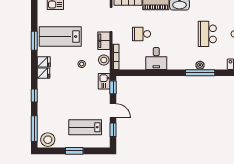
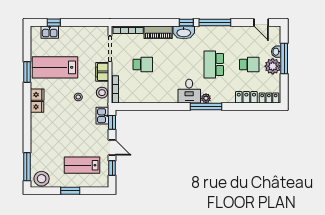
school desk: (142, 34) -> (143, 65), turned 180
desk: (156, 58) -> (189, 91), moved
window: (34, 95) -> (27, 131), removed

